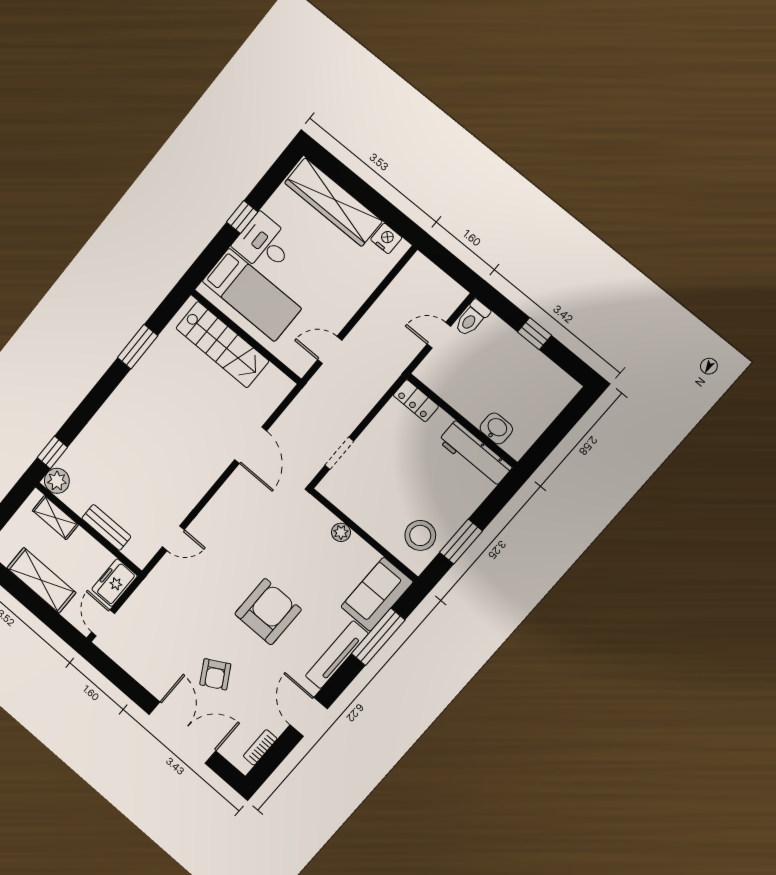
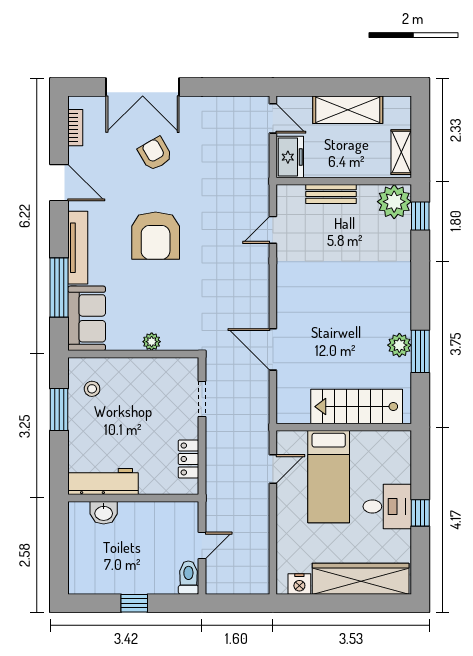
bed: (252, 295) -> (329, 477), moved, turned -90
plant: (150, 365) -> (399, 345), added
locker: (416, 401) -> (188, 459), moved, turned -90
plant: (57, 481) -> (394, 202), width x1.36, depth x1.36
shelving: (55, 518) -> (401, 152), moved, turned 90
stool: (420, 535) -> (92, 389), width x0.53, depth x0.53

